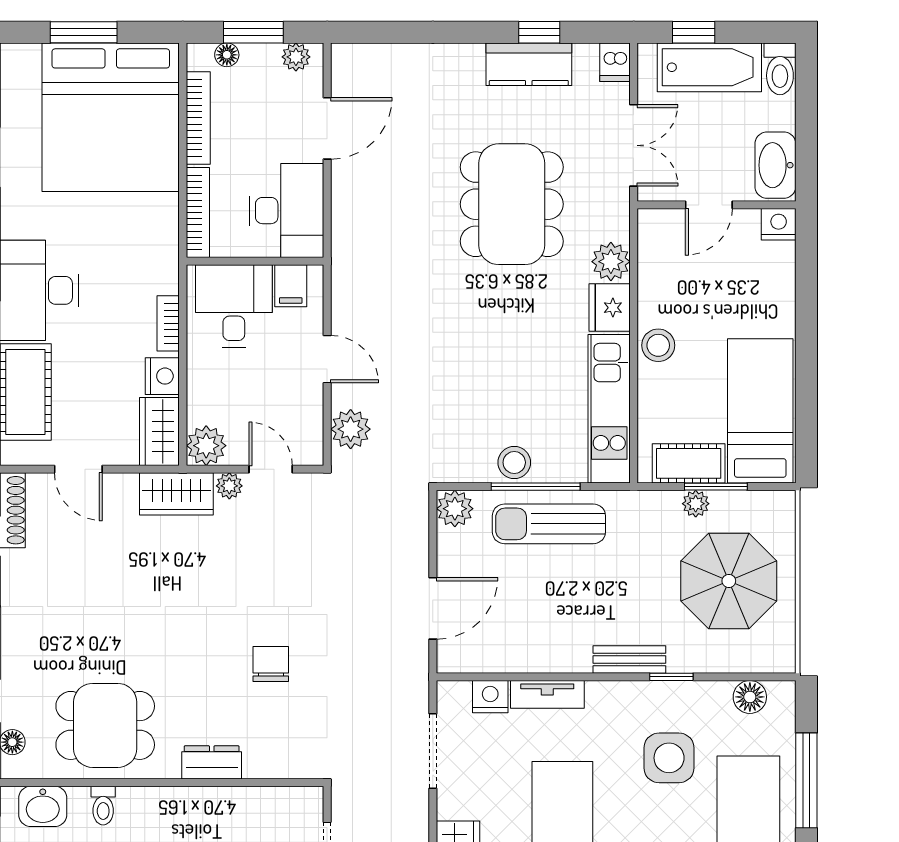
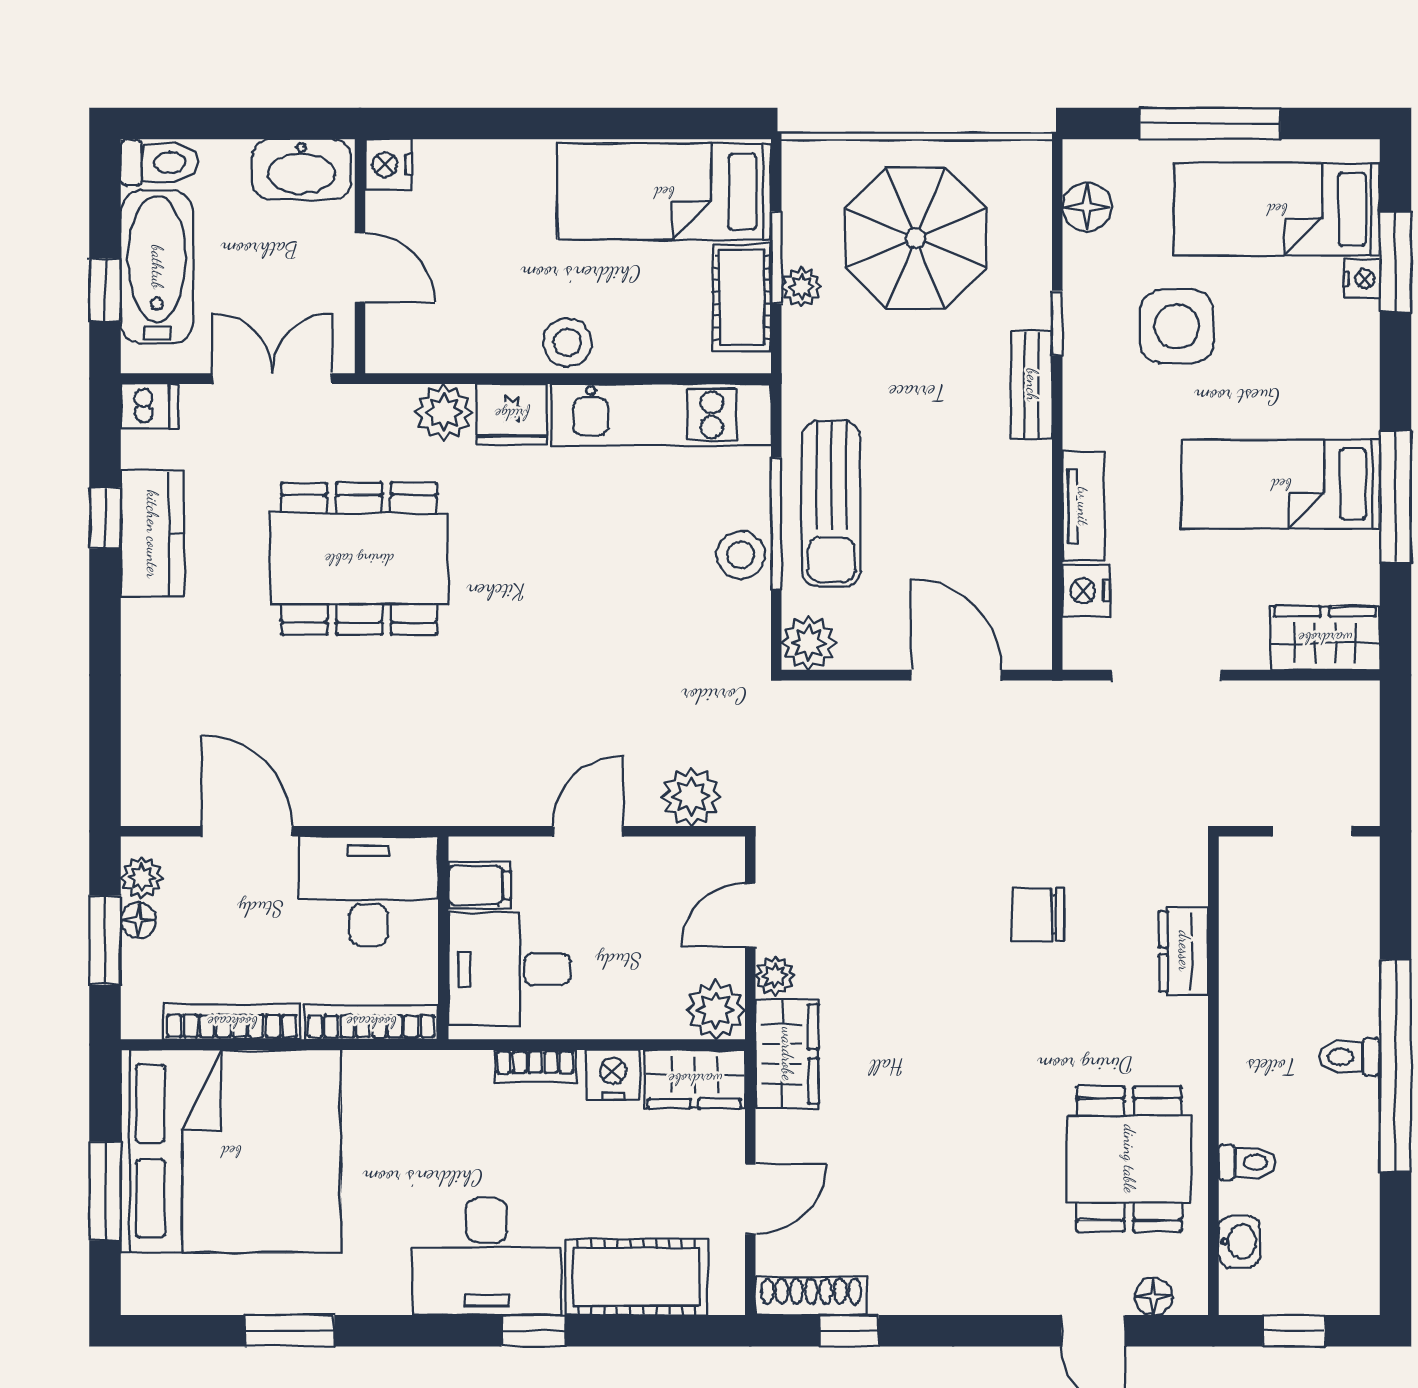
floor lamp: (227, 55) -> (138, 920), moved
dresser: (212, 762) -> (1184, 951), moved
washbasin: (43, 806) -> (1239, 1242), width x0.72, depth x0.69

